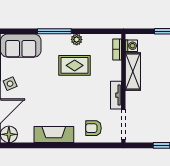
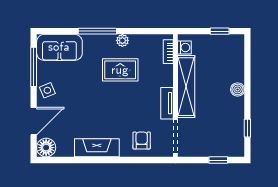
shelving: (133, 72) -> (186, 87), width x1.47
armchair: (94, 128) -> (142, 141), turned 90

